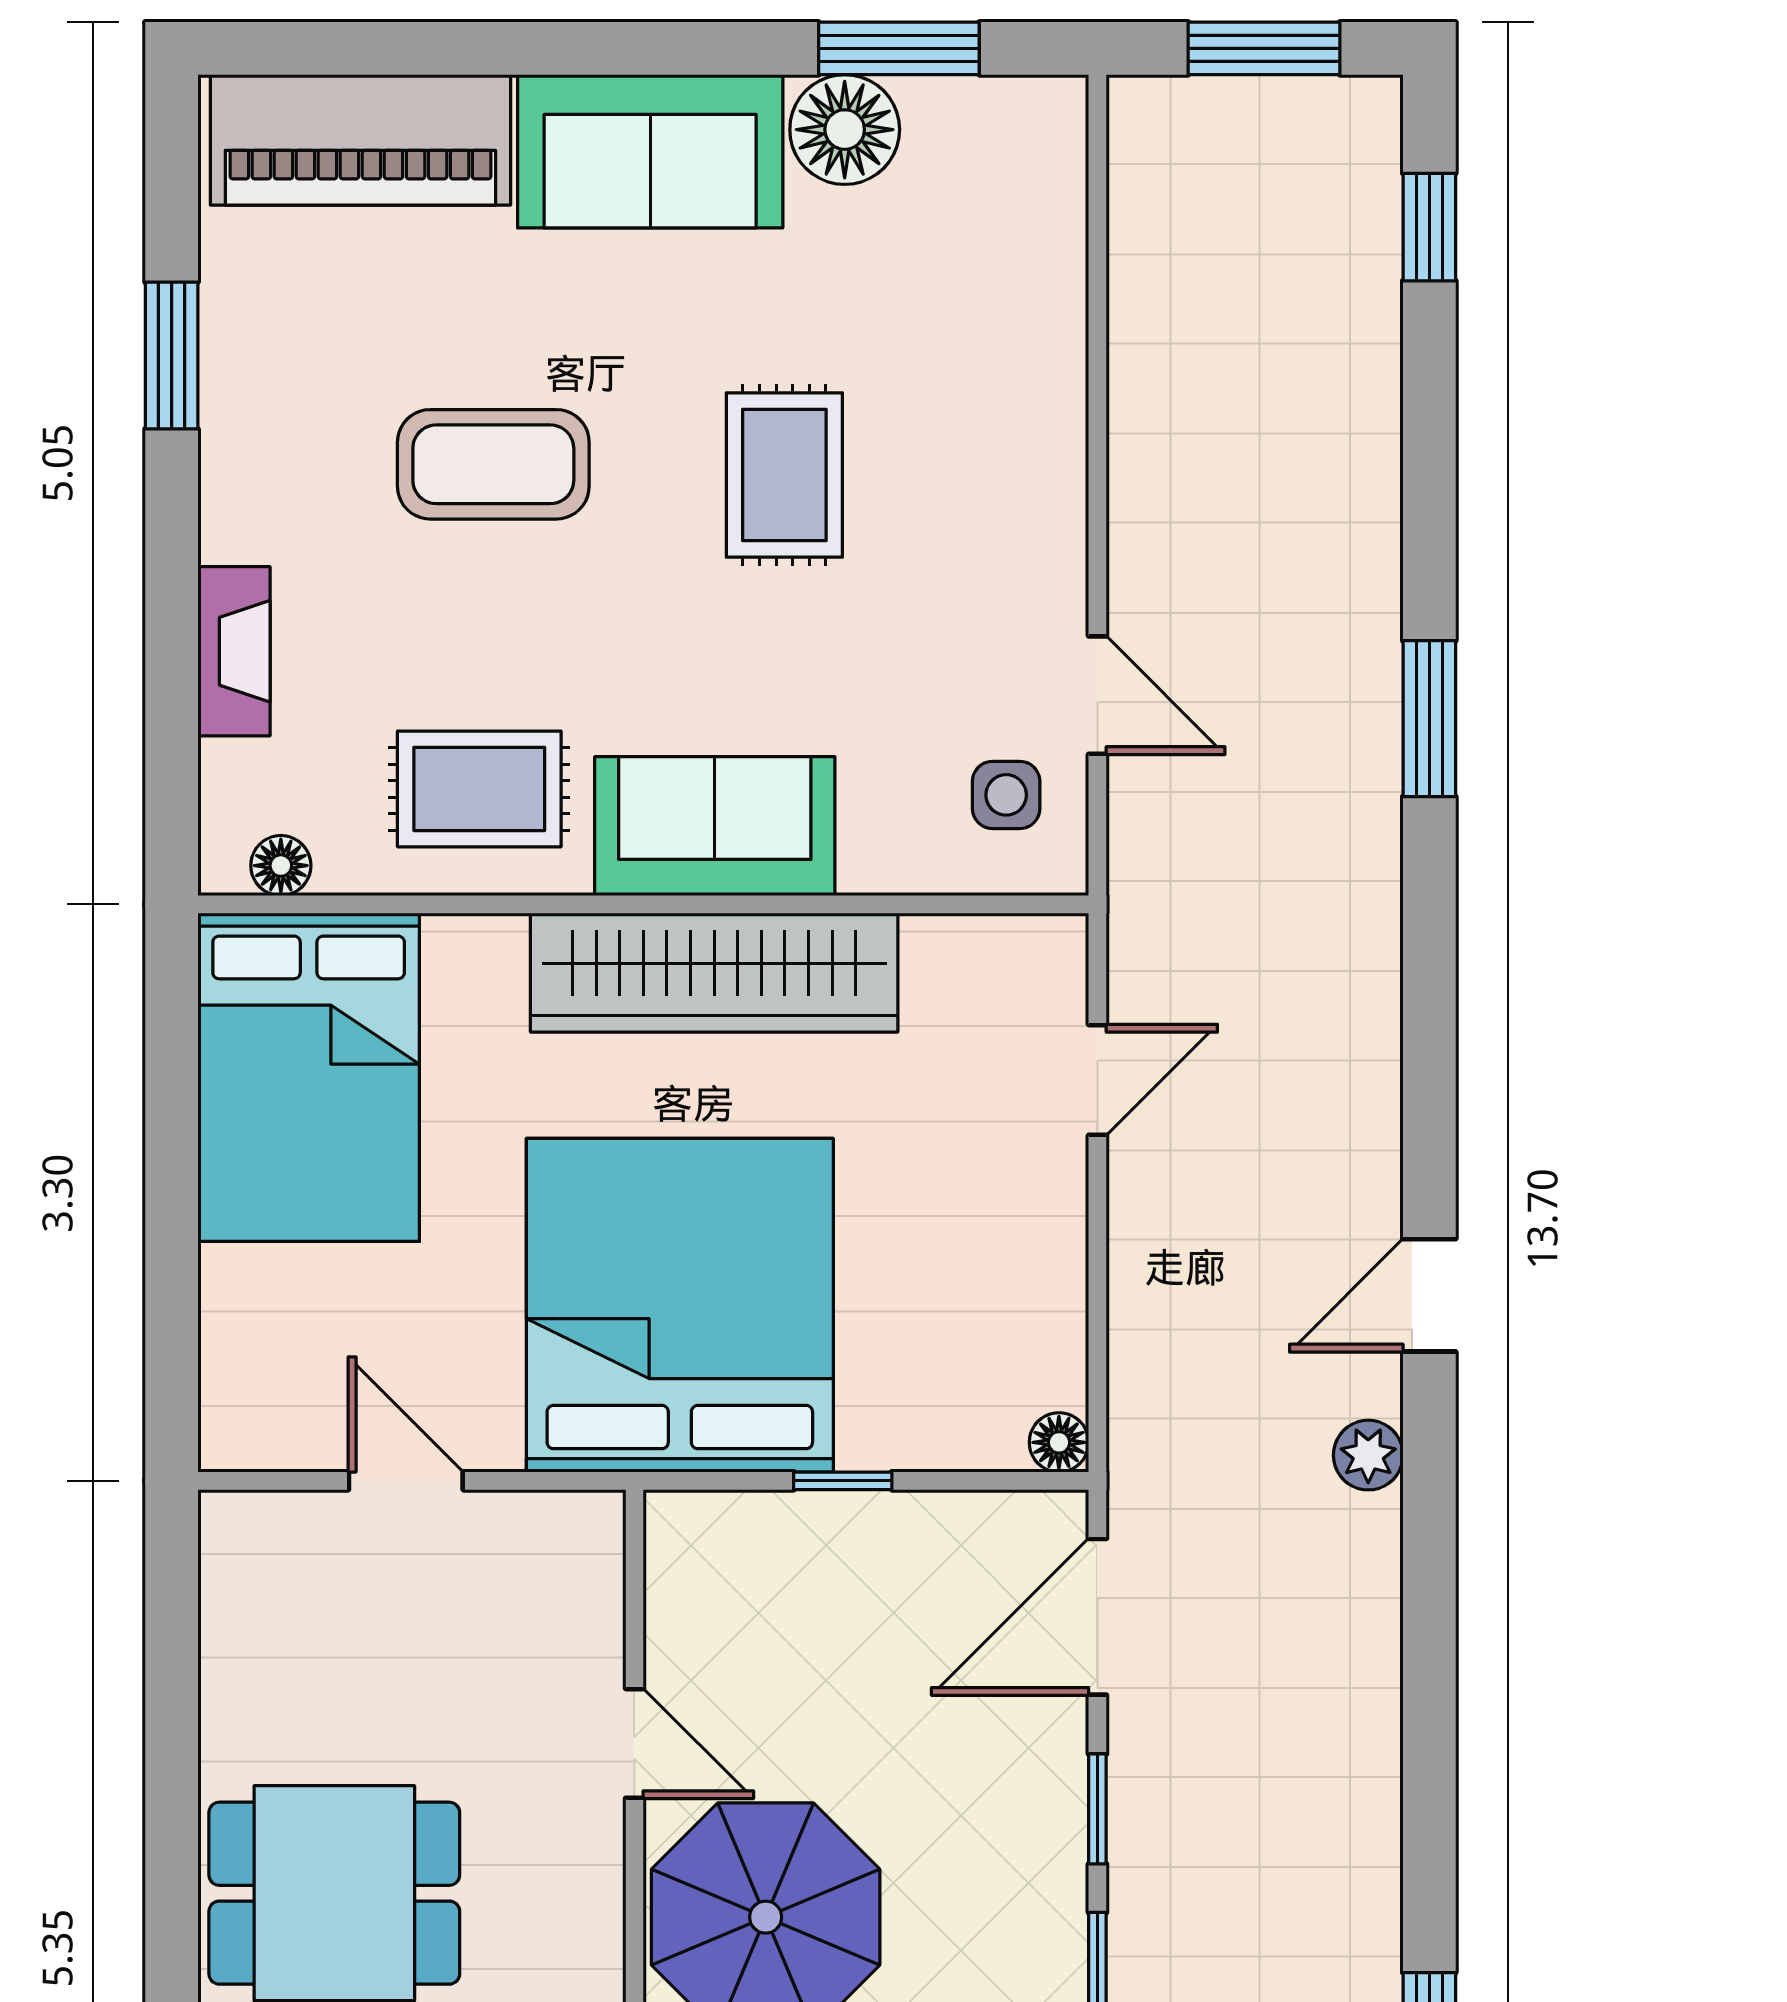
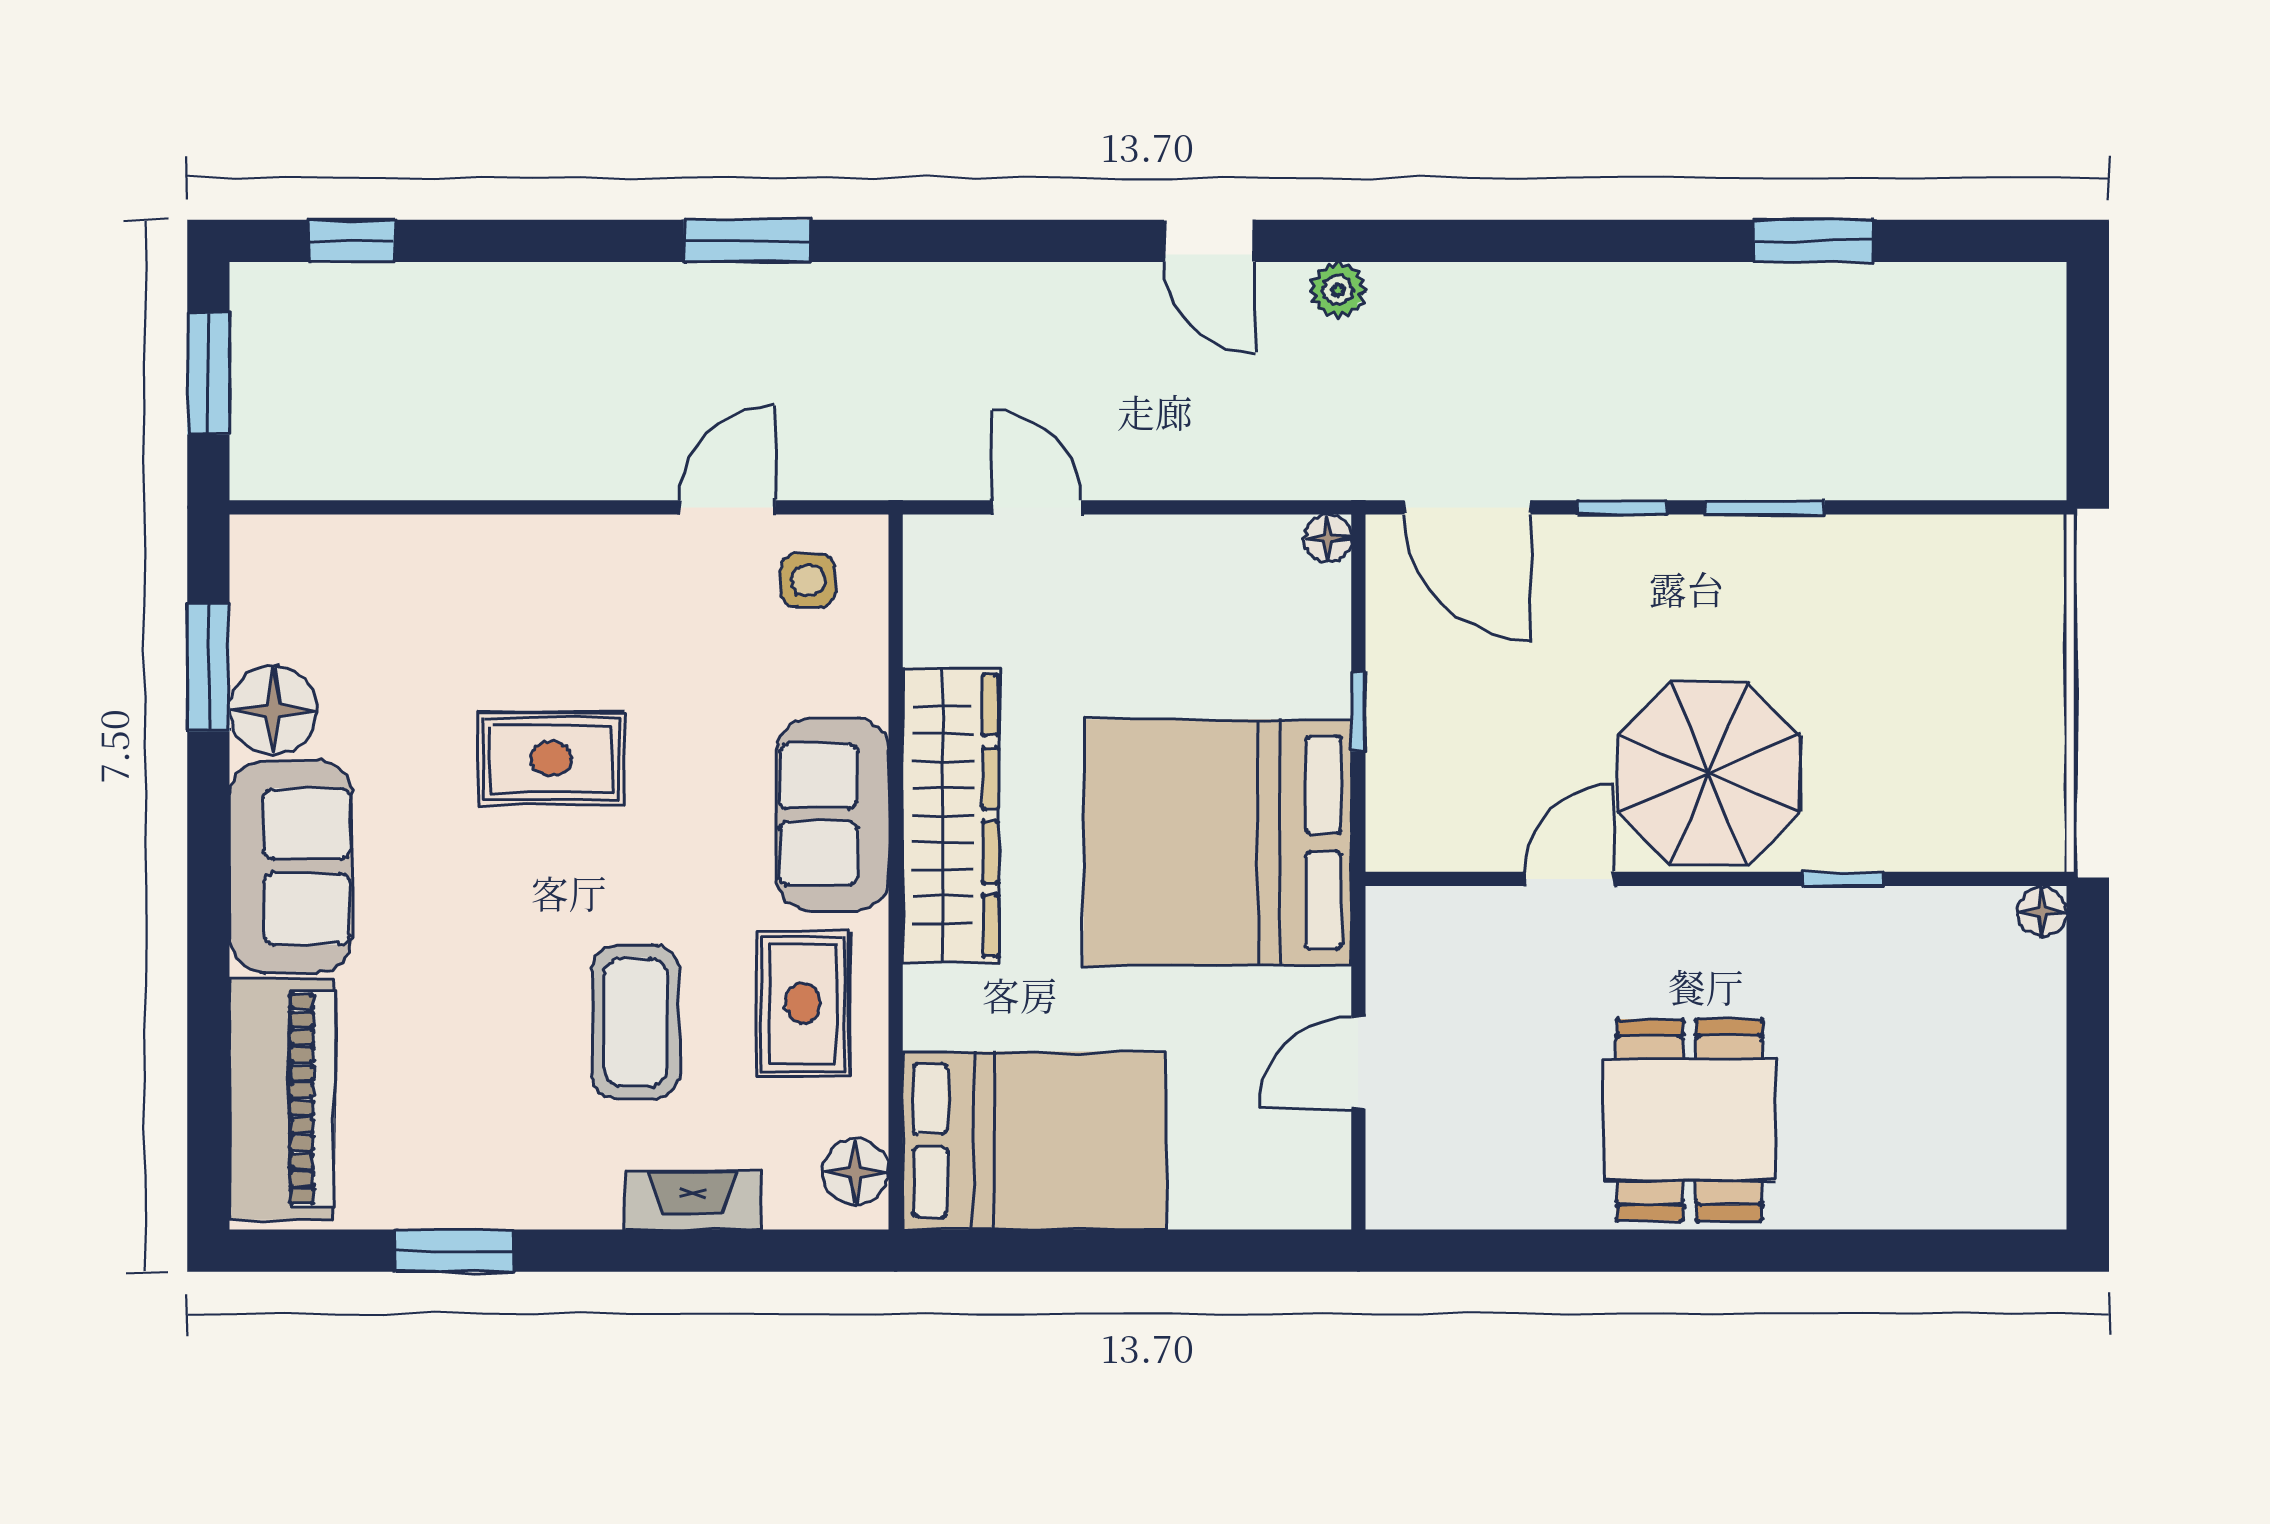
coffee table: (493, 464) -> (635, 1022), moved
floor lamp: (281, 866) -> (855, 1172), width x1.37, depth x1.37

